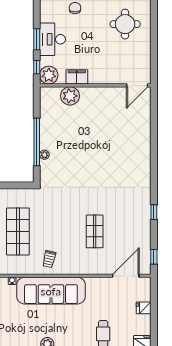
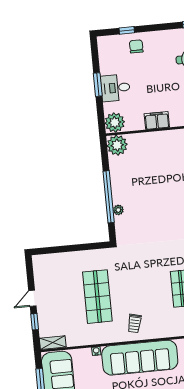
desk: (53, 39) -> (115, 88), width x0.73
window: (37, 67) -> (101, 115), removed
filing cabinet: (77, 77) -> (157, 120), moved
plant: (70, 96) -> (117, 145), moved

